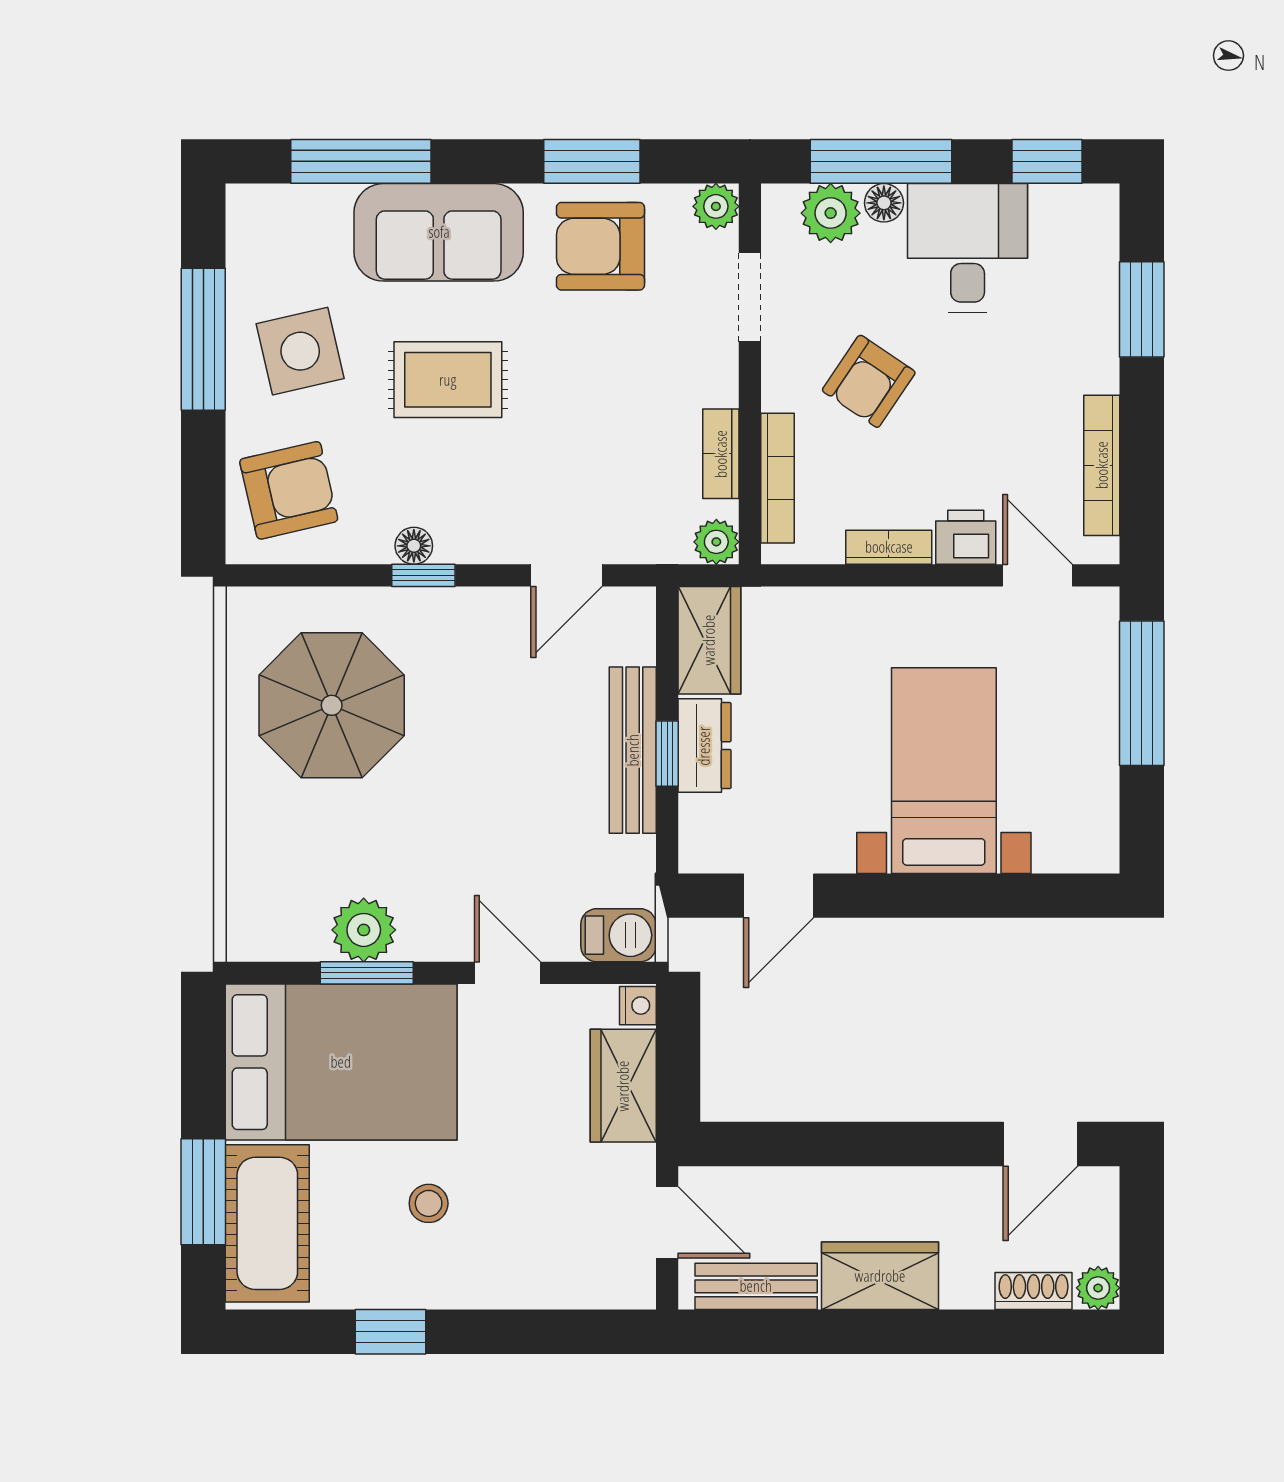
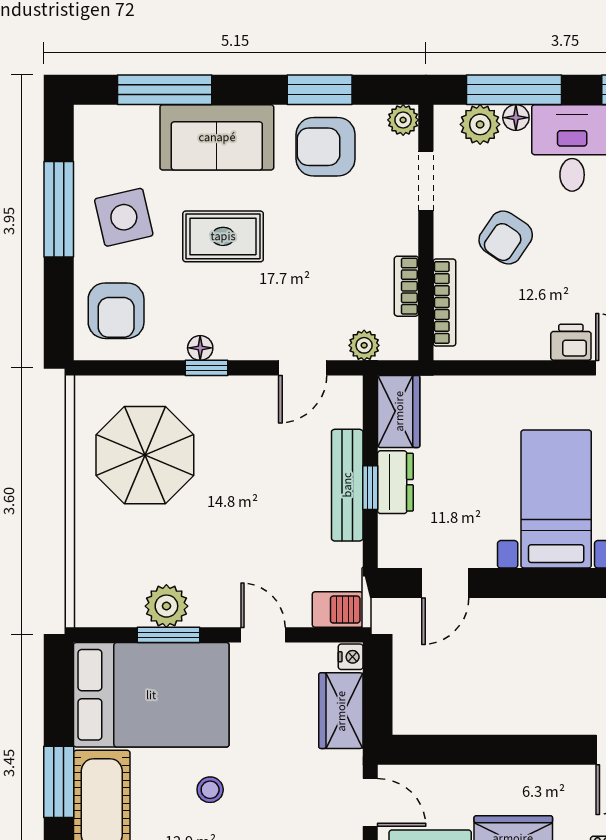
armchair: (289, 490) -> (116, 311), turned 103
plant: (716, 542) -> (364, 345), moved
bookcase: (889, 547) -> (519, 349), removed

